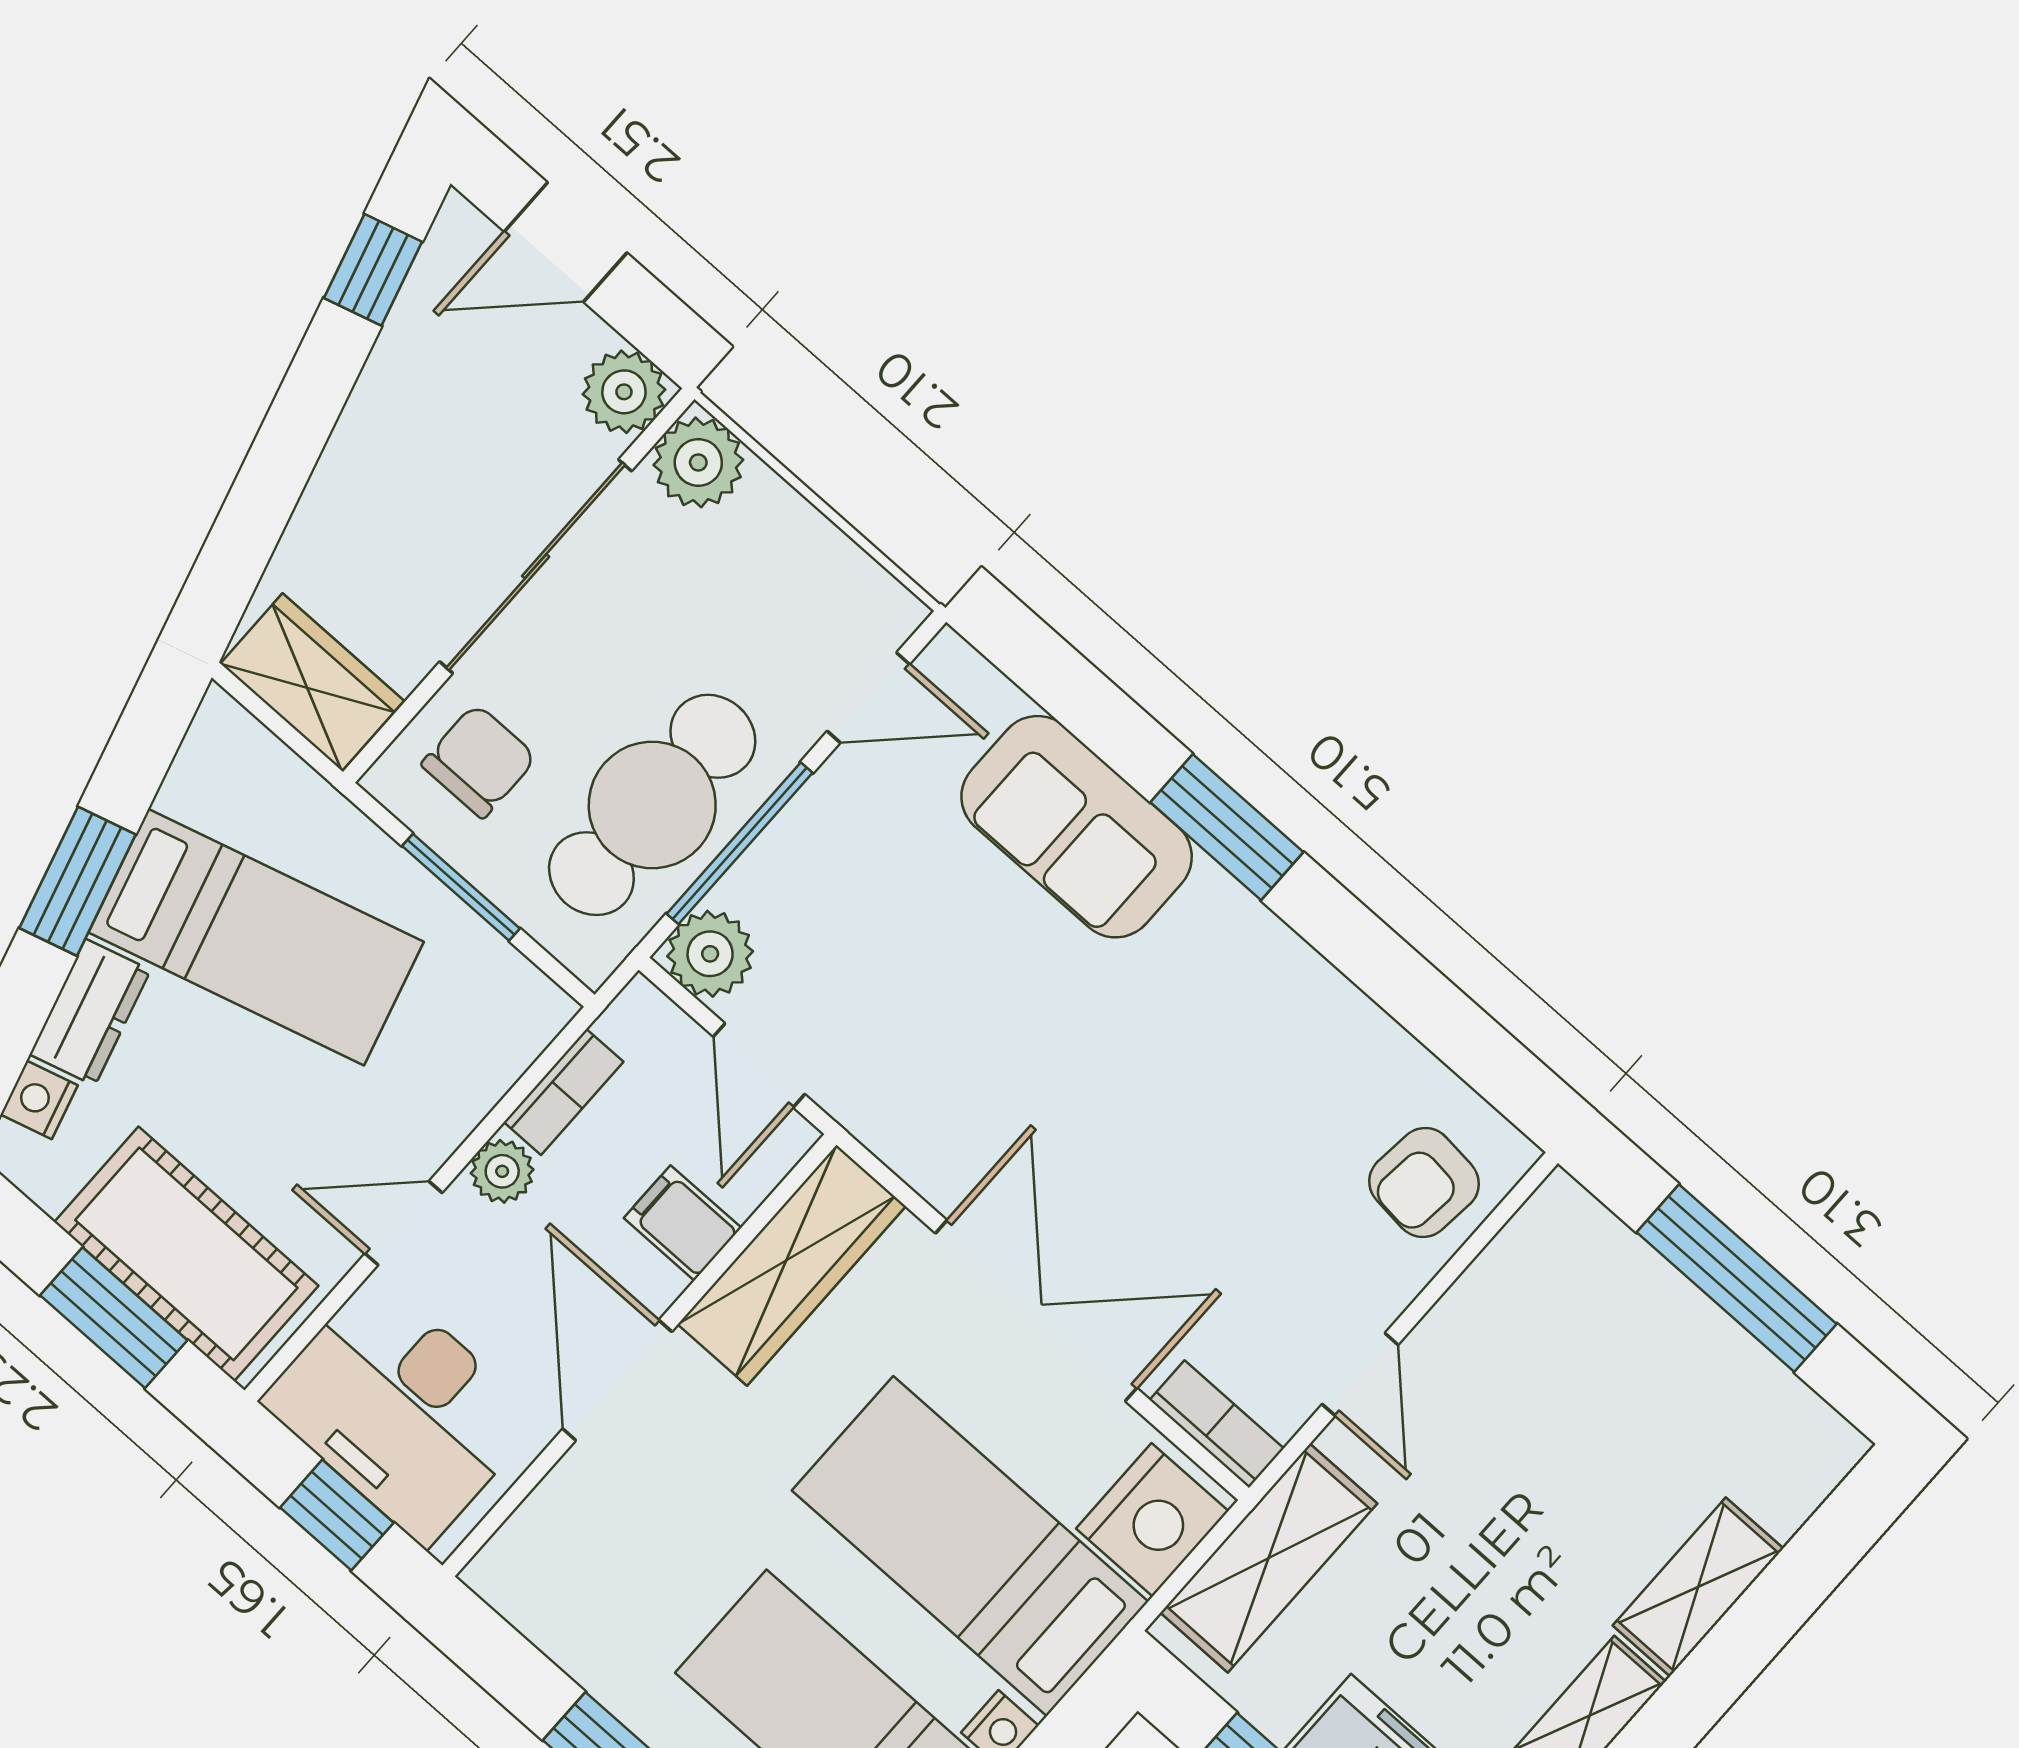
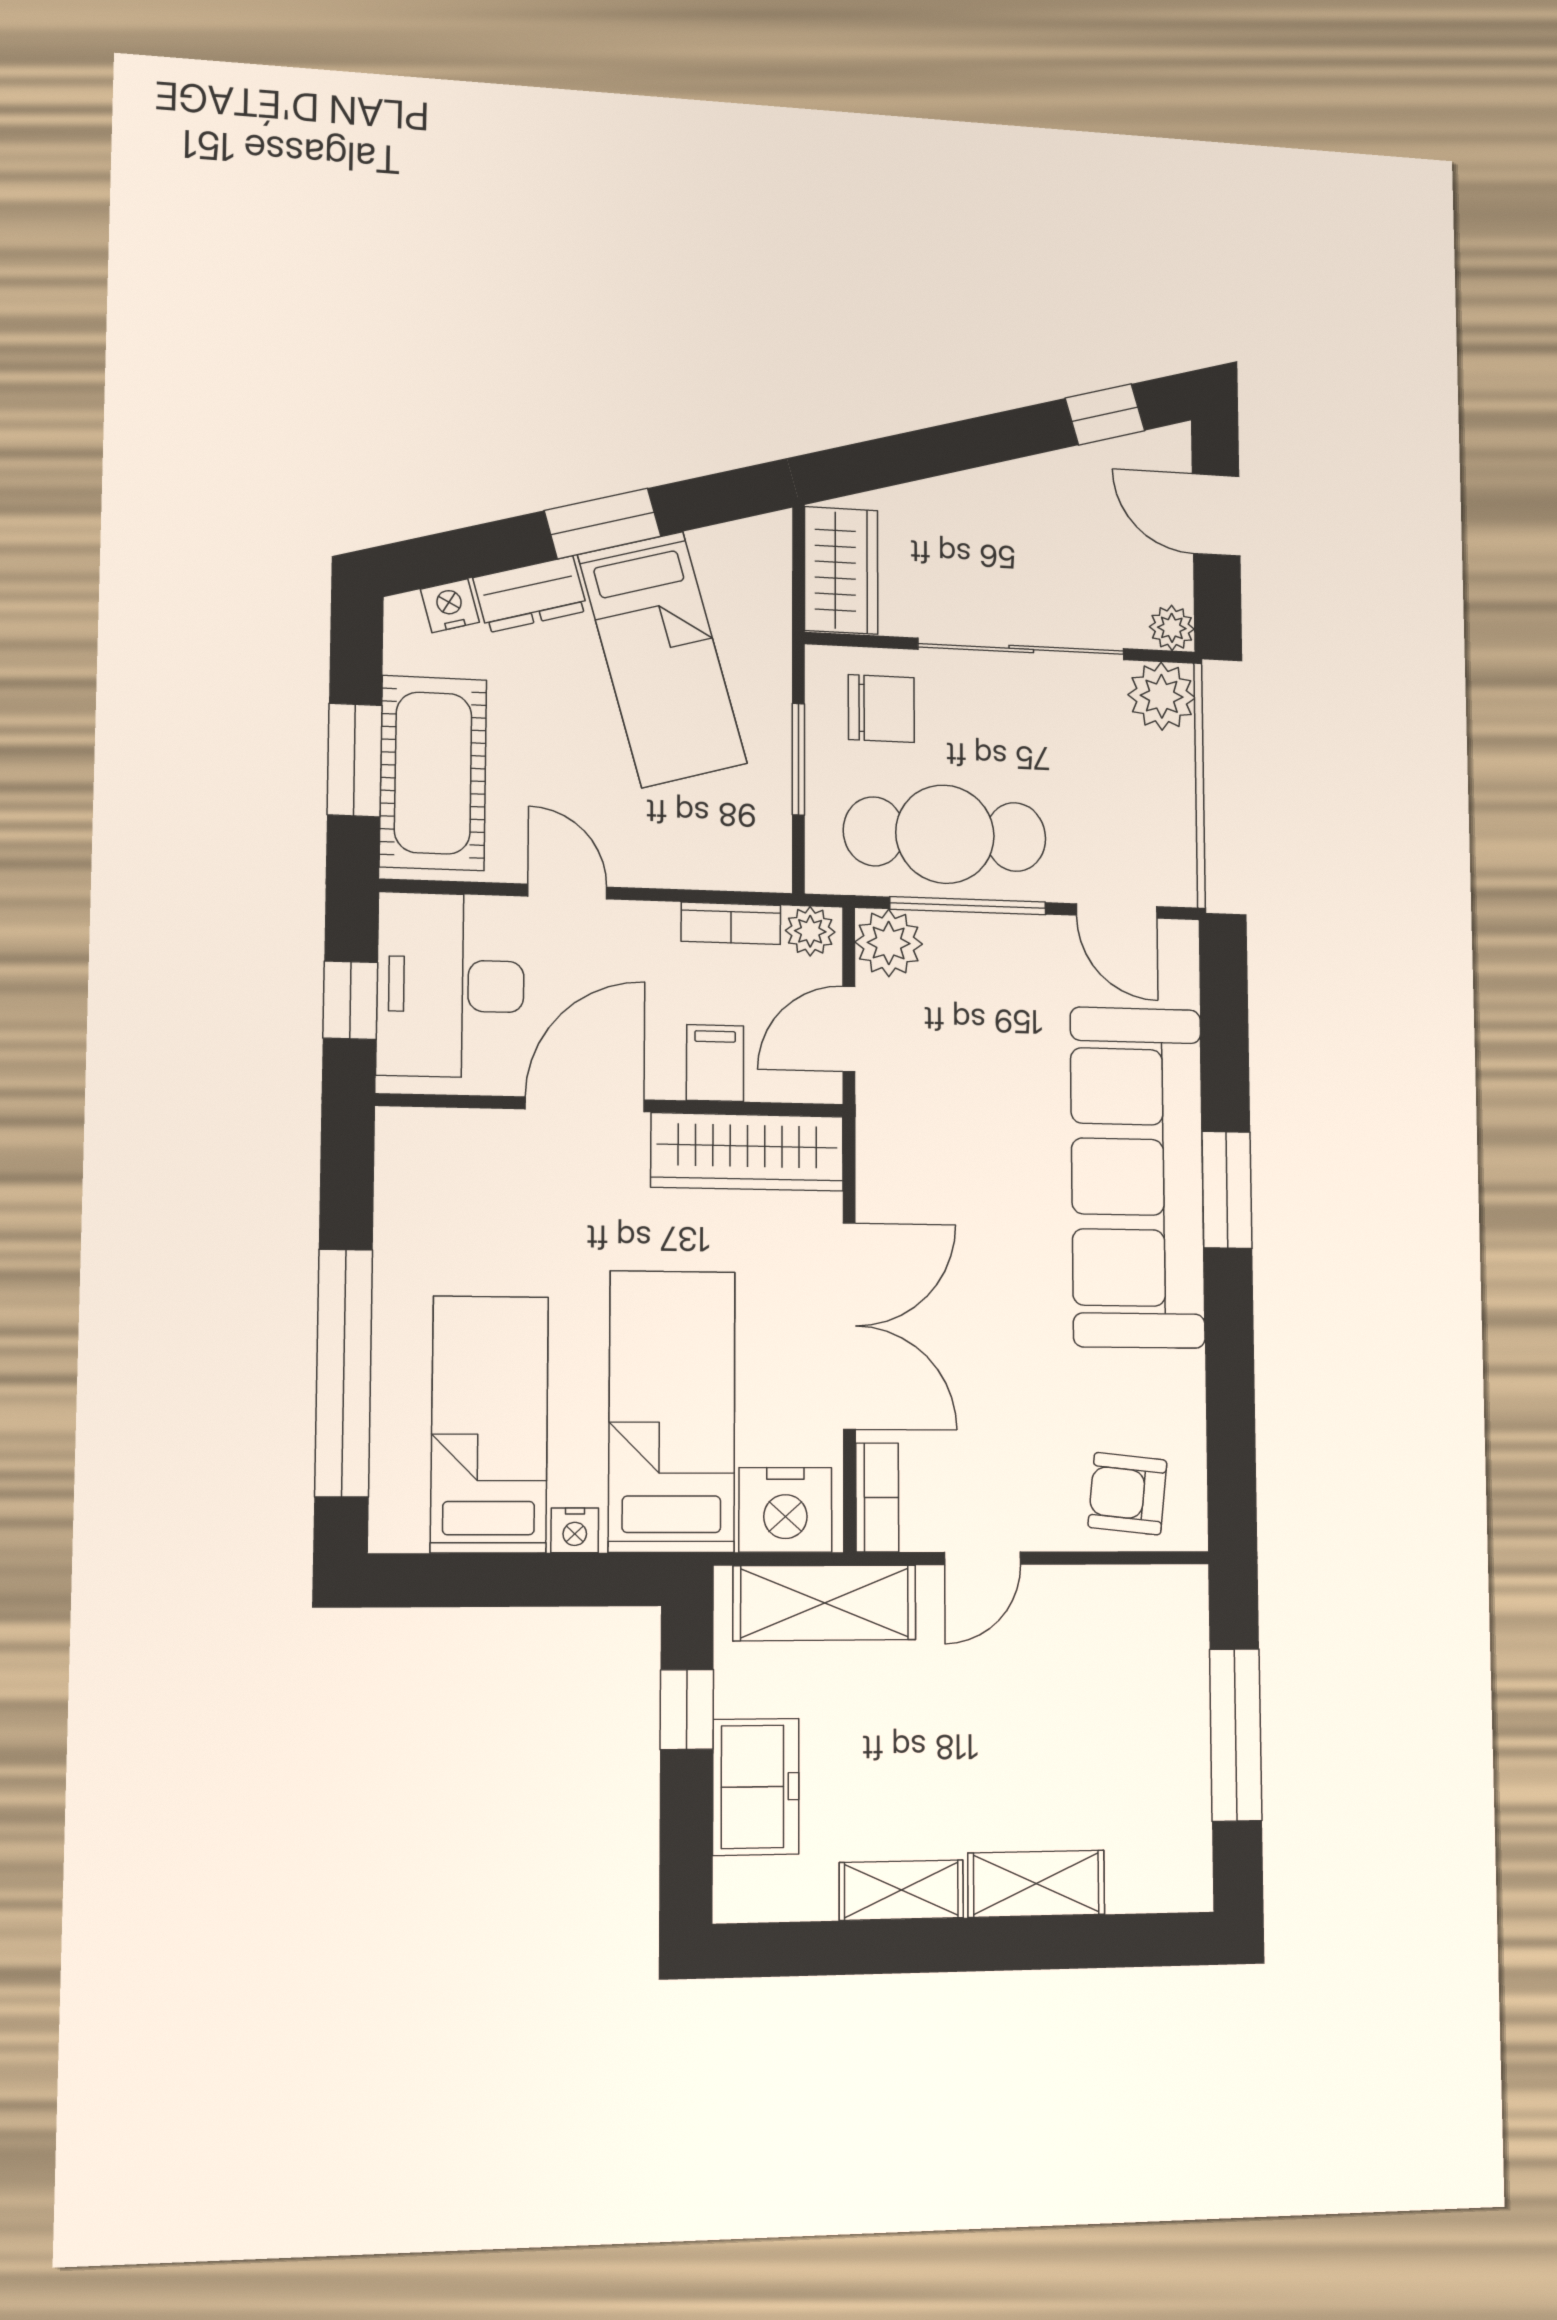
plant: (624, 392) -> (1172, 628), width x0.73, depth x0.73
sofa: (1077, 827) -> (1137, 1177), width x1.85, depth x1.27
plant: (502, 1171) -> (810, 931), moved

